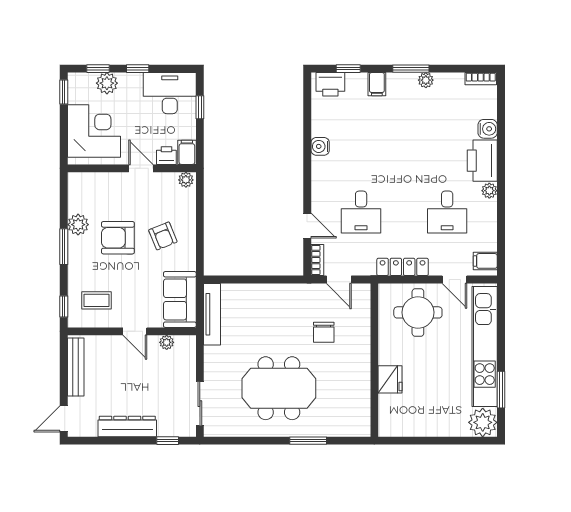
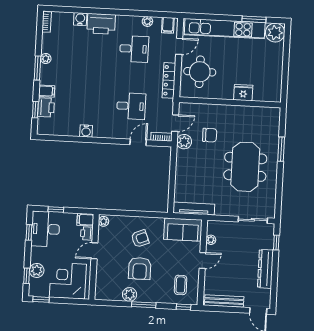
window: (138, 69) -> (29, 232), moved
printer: (330, 84) -> (46, 107), moved
plant: (489, 191) -> (147, 21), moved
plant: (312, 294) -> (184, 142), added

